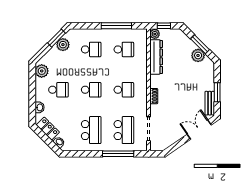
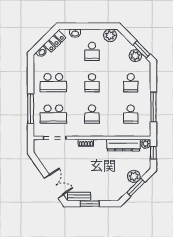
plant: (198, 55) -> (134, 176), moved

